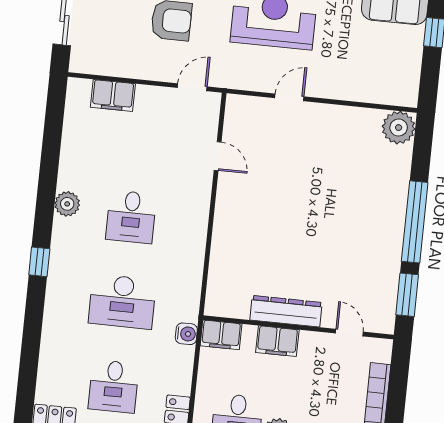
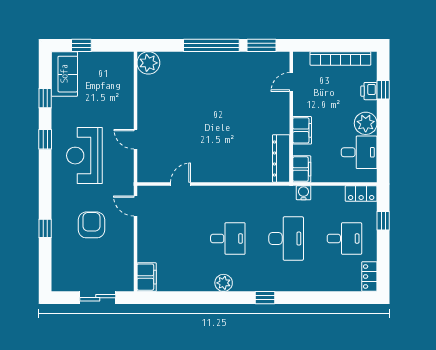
filing cabinet: (113, 95) -> (147, 277), moved
dresser: (286, 311) -> (281, 158), moved

